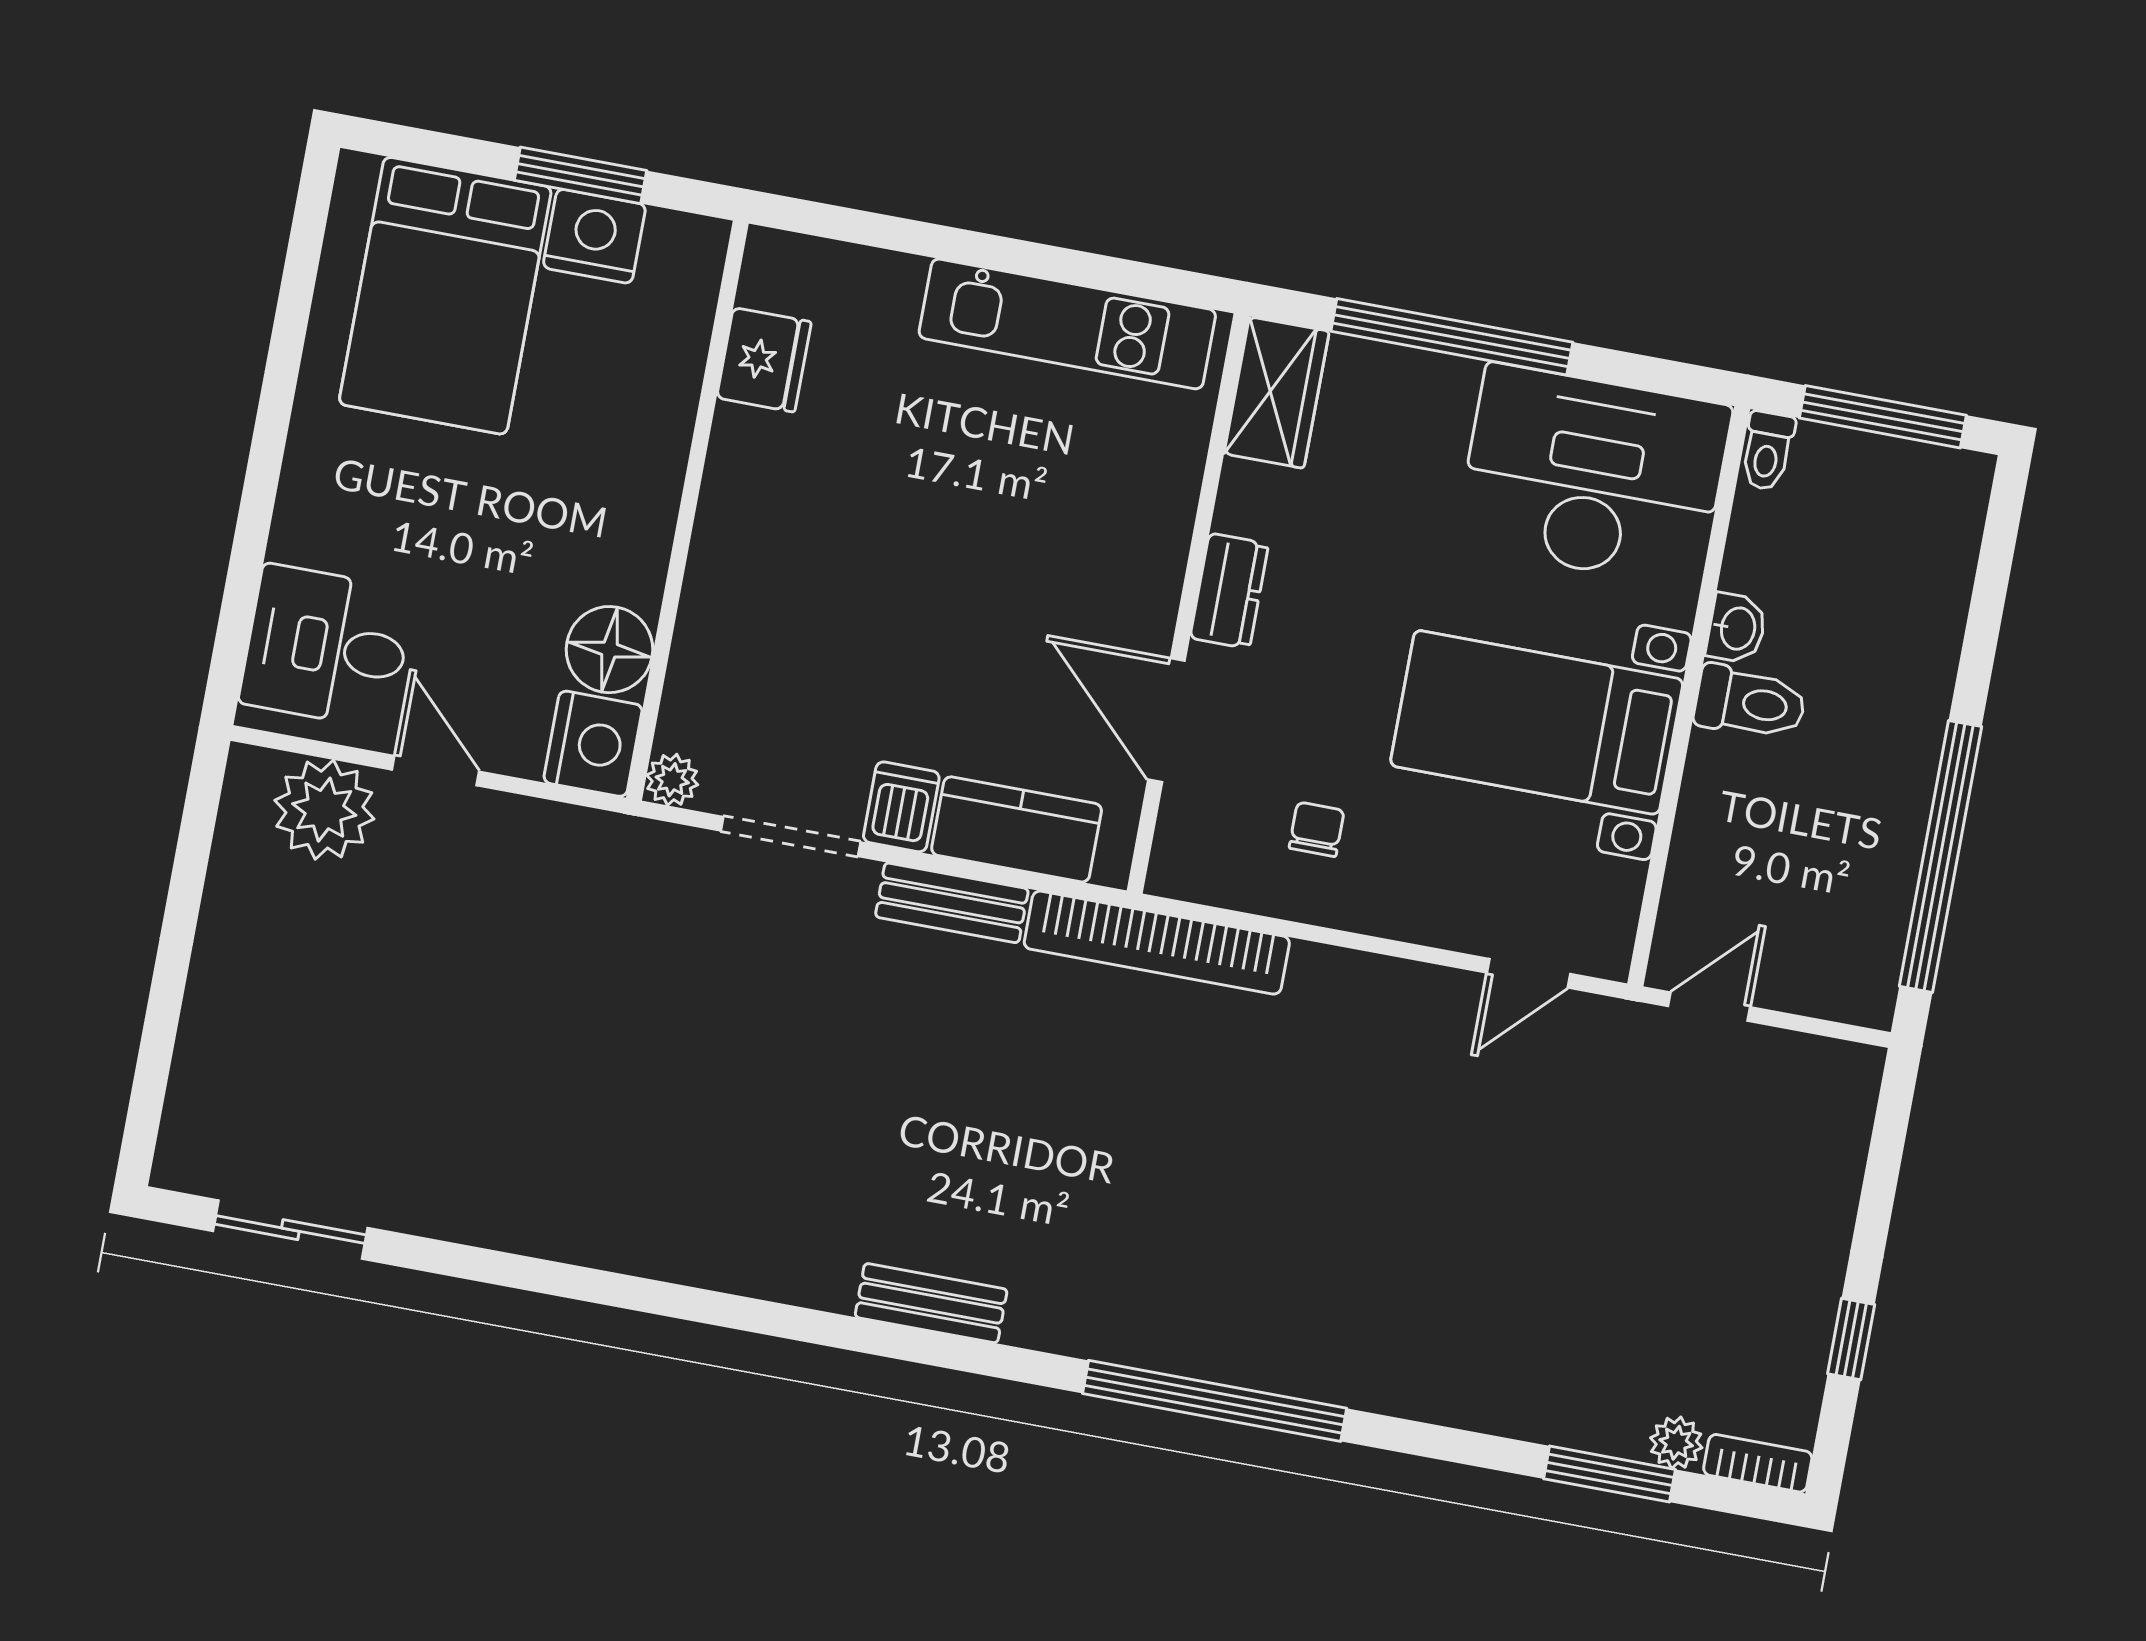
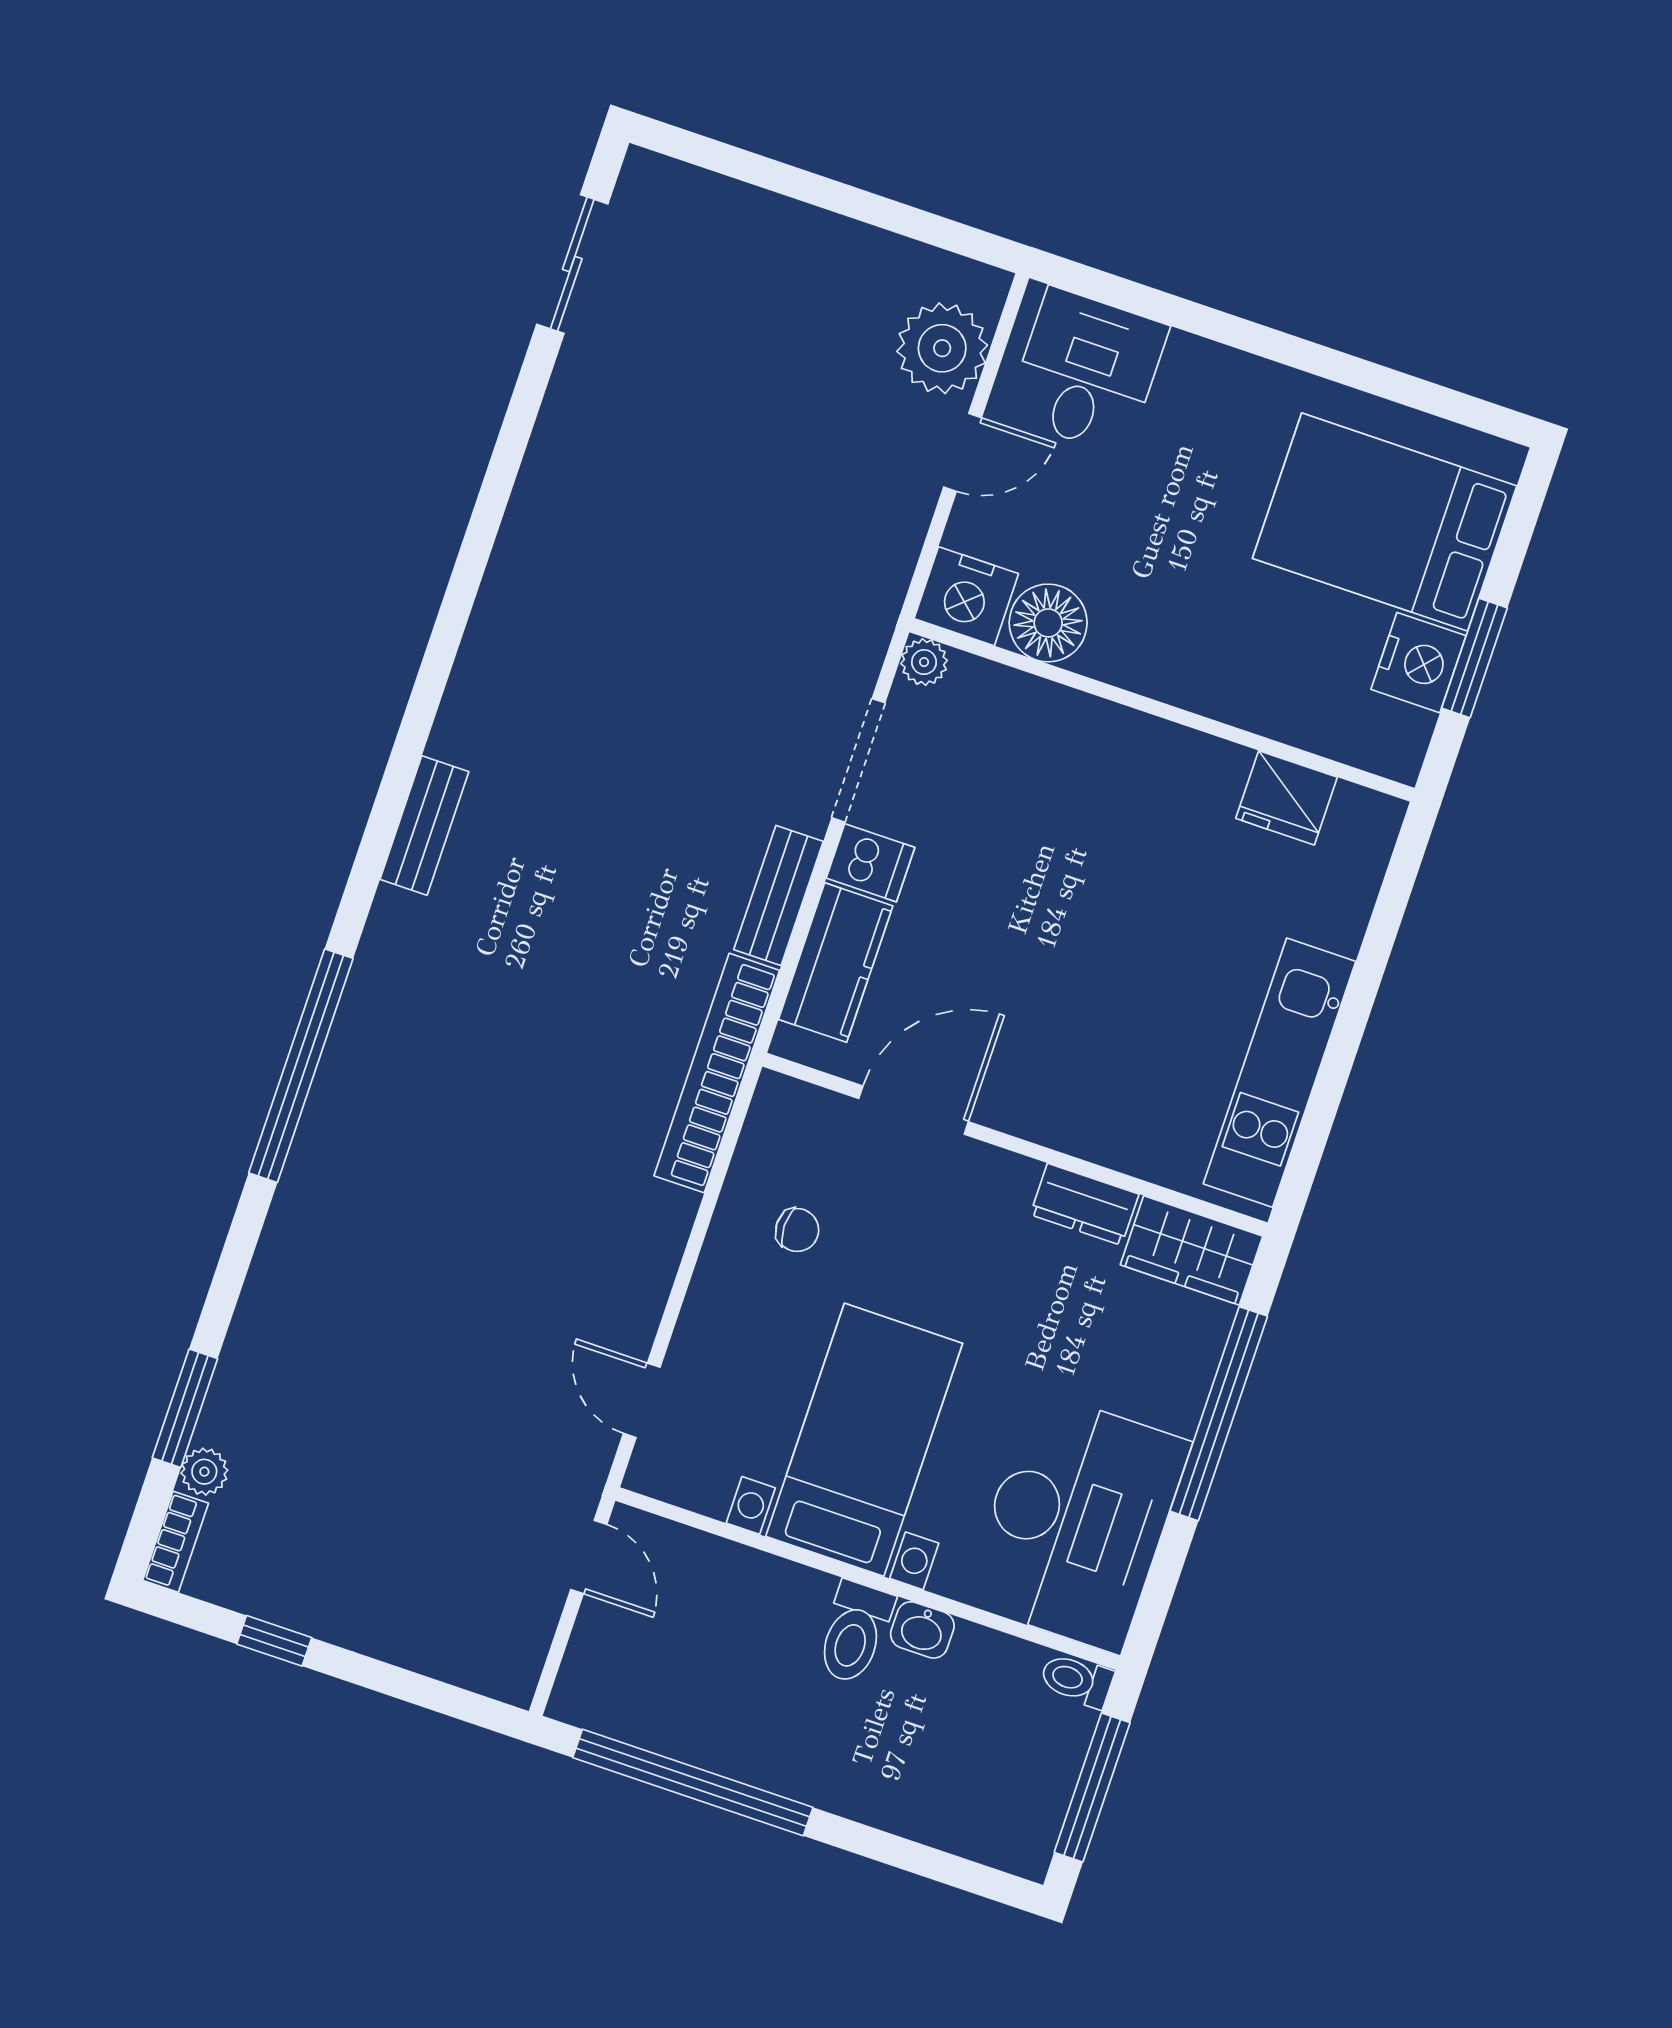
dresser: (1229, 591) -> (1085, 1204), moved

